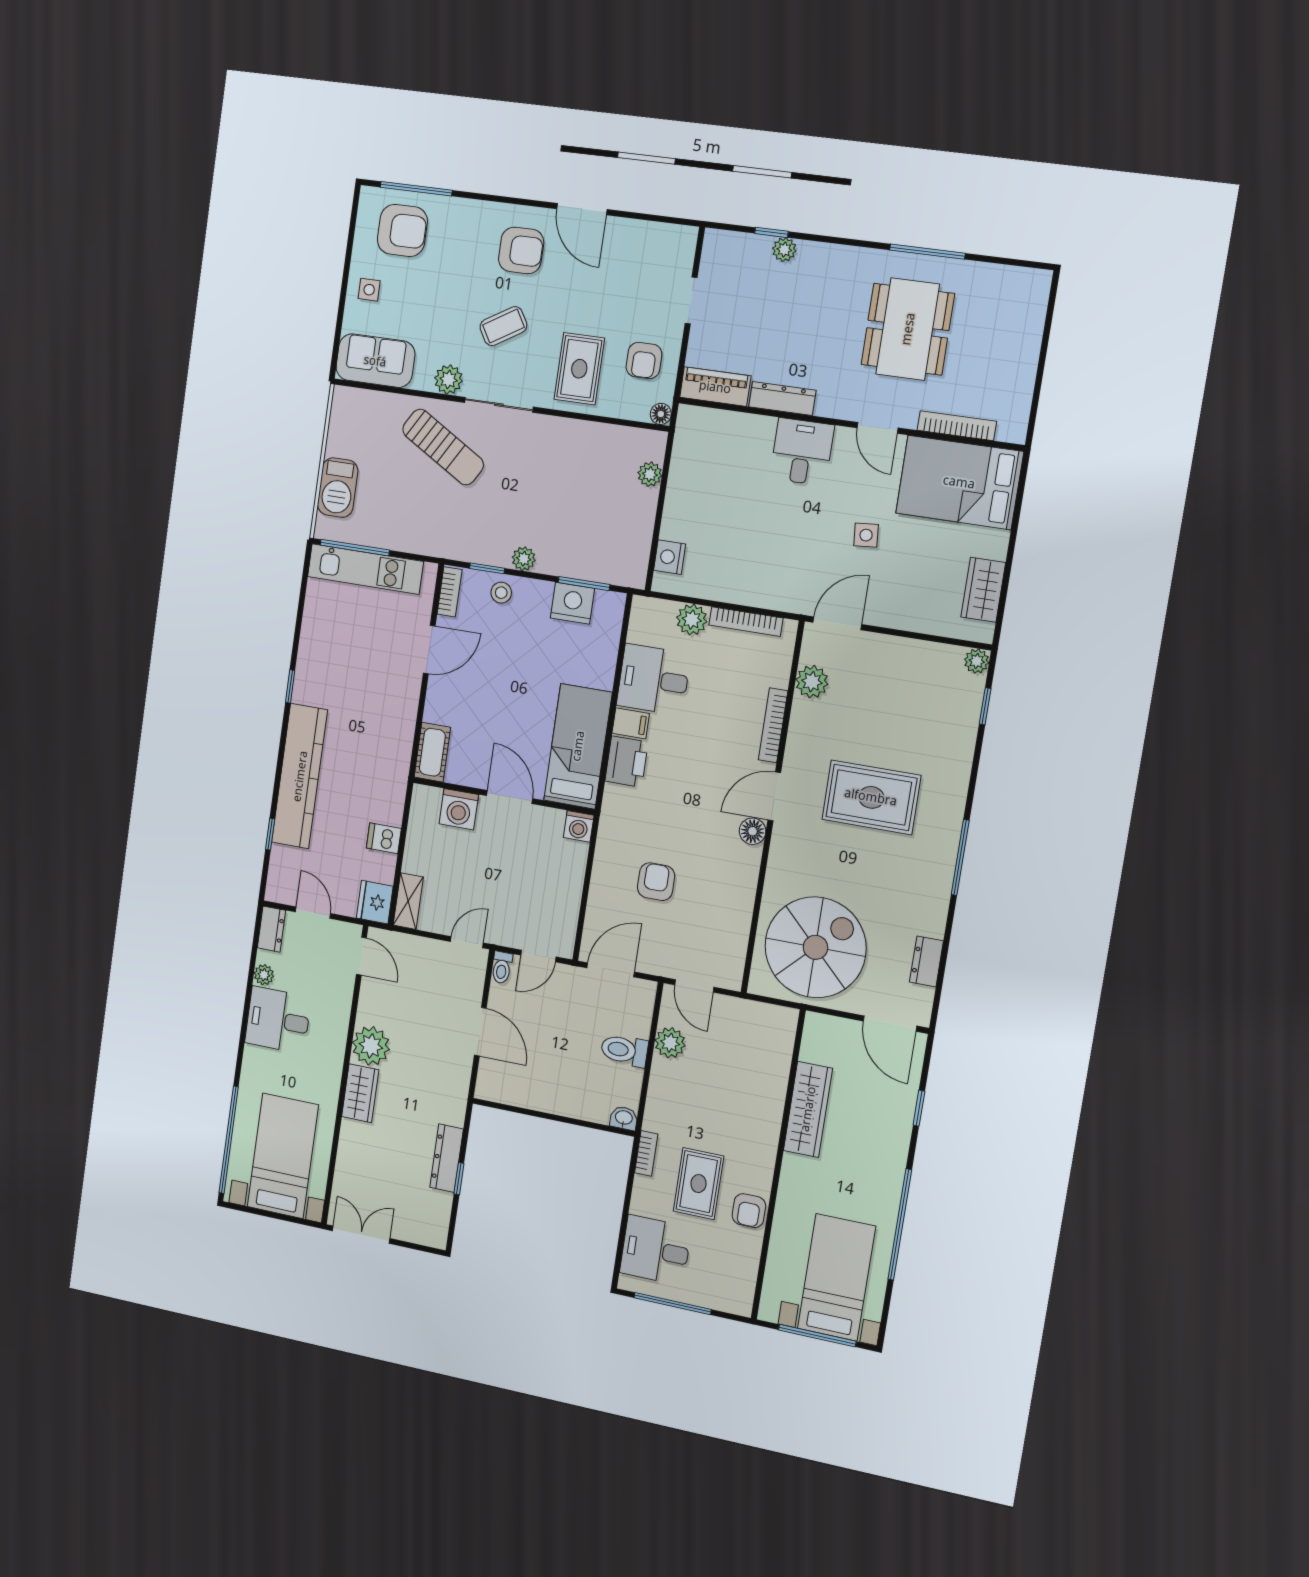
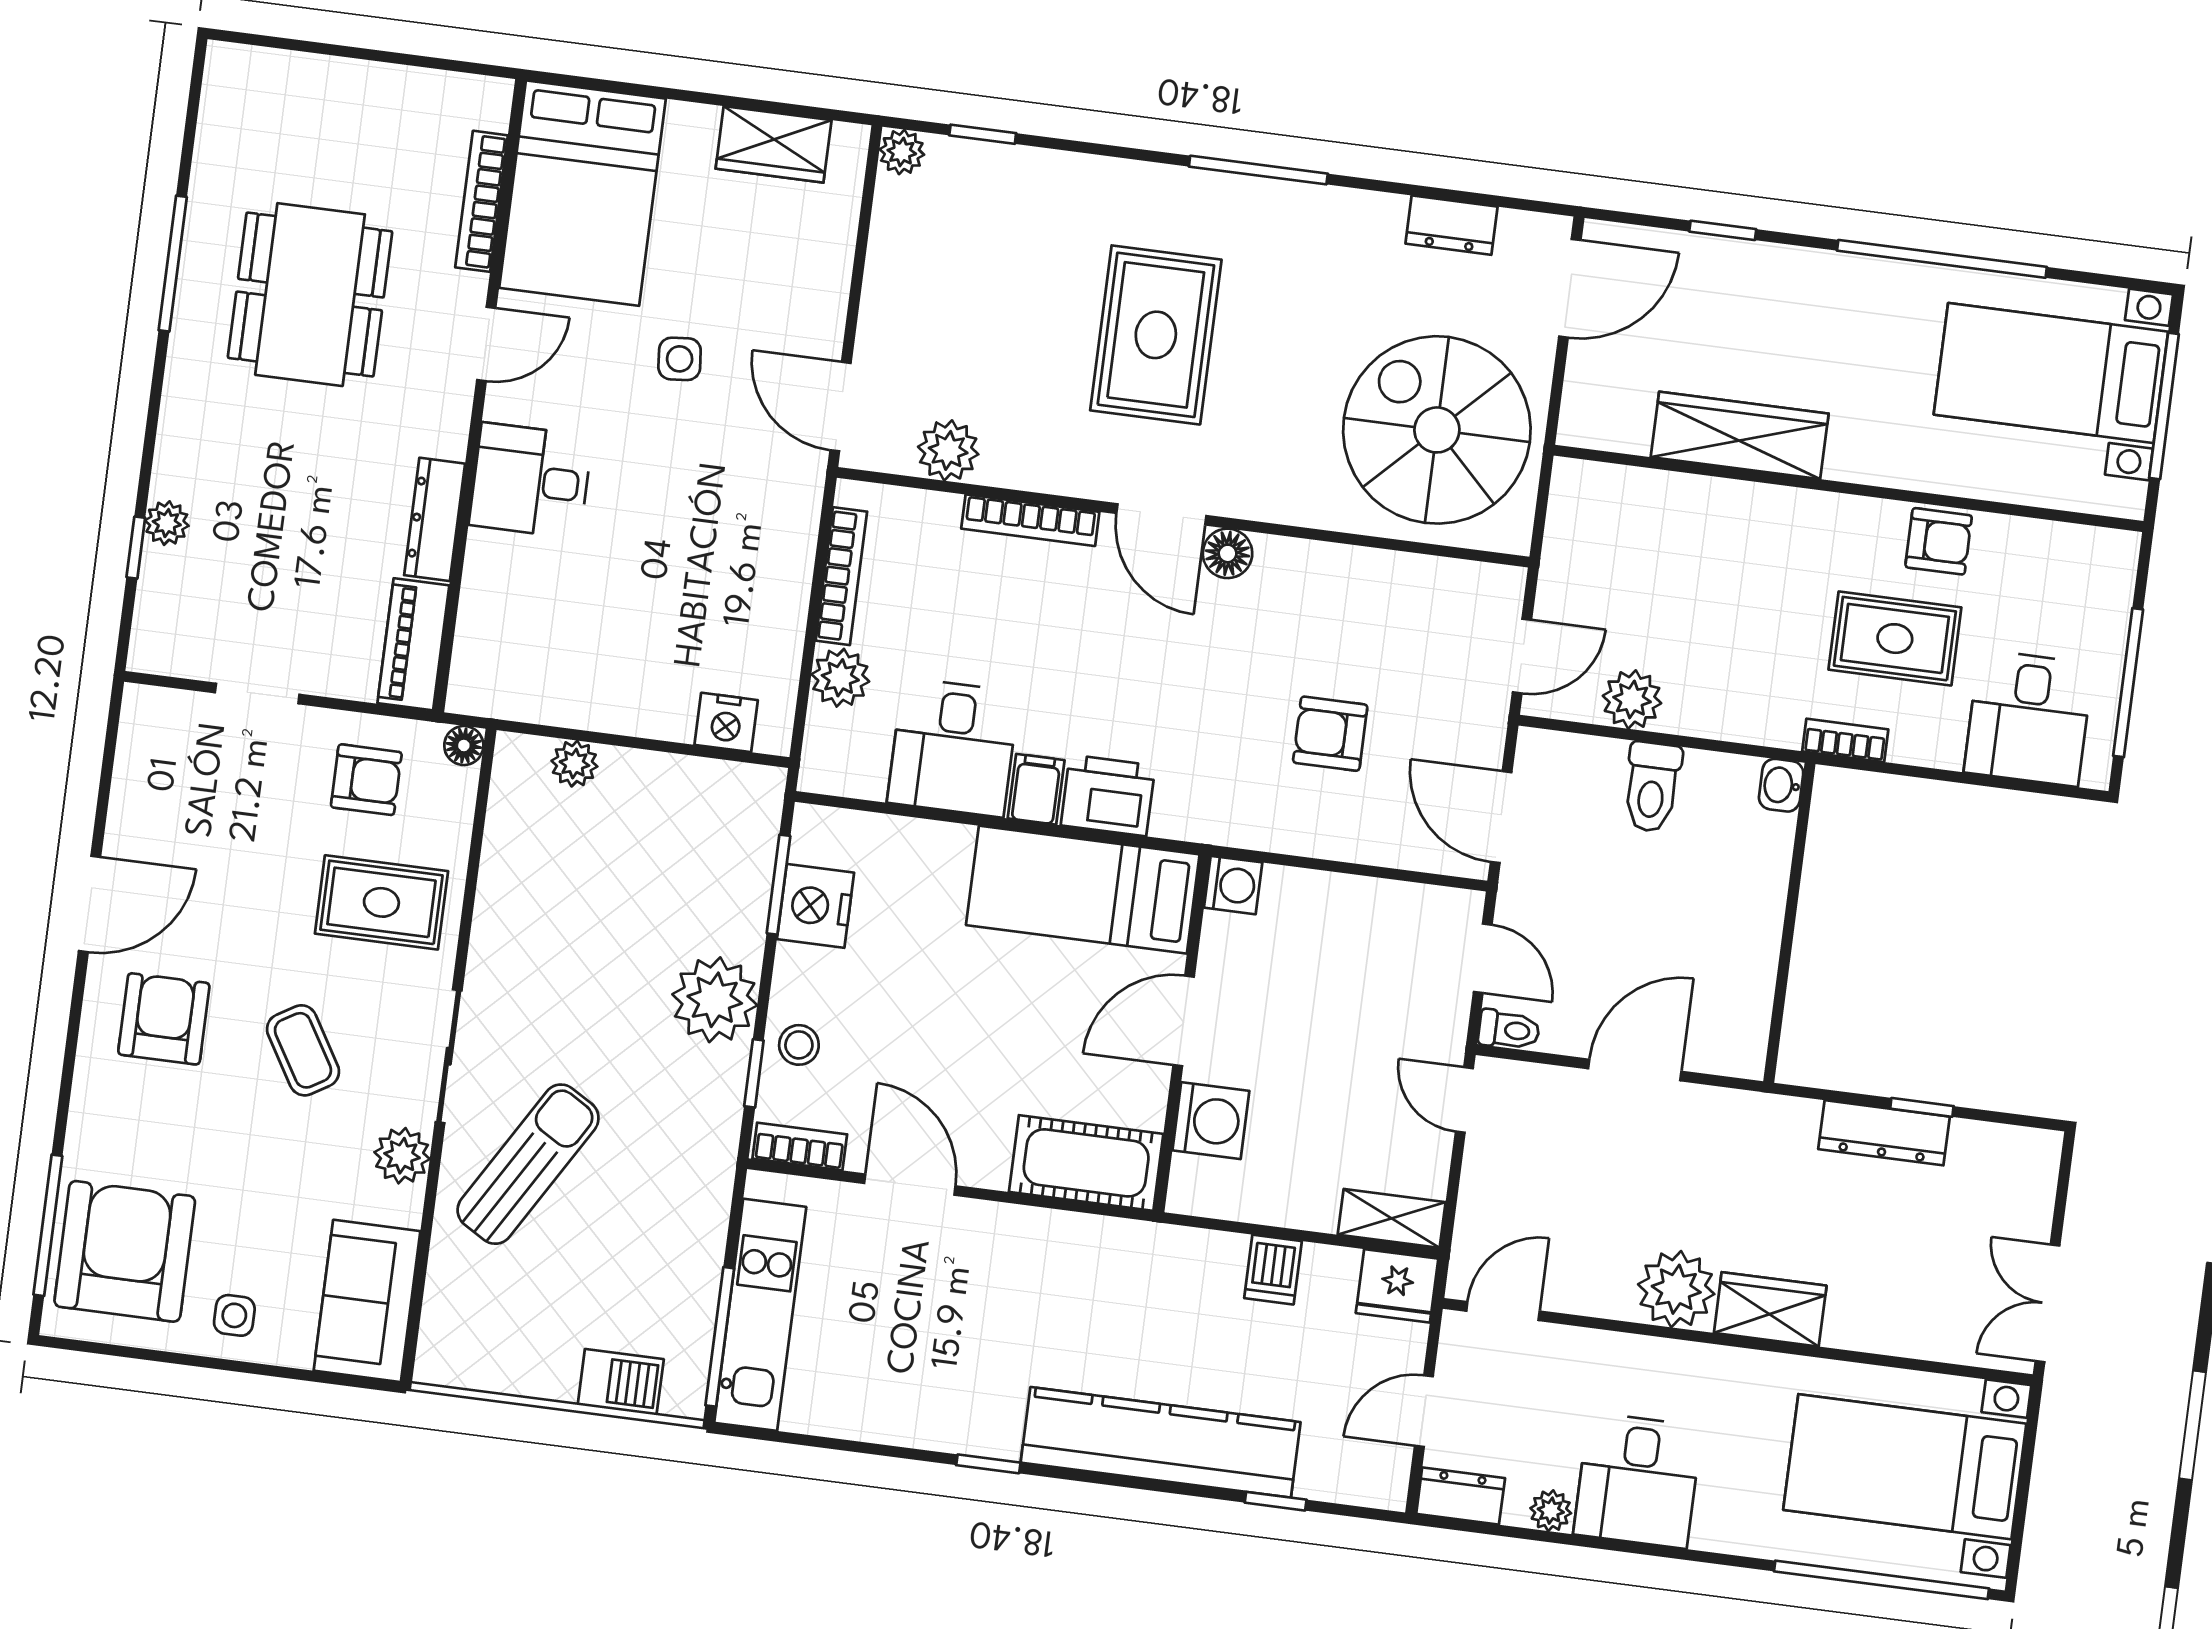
armchair: (402, 230) -> (125, 1251), width x1.36, depth x1.36
dining table: (908, 329) -> (310, 295), turned 90
barbecue: (338, 488) -> (621, 1382), width x0.73, depth x0.79
plant: (524, 559) -> (715, 1000), width x1.88, depth x1.88
cot: (432, 752) -> (1086, 1163), width x1.37, depth x1.34

